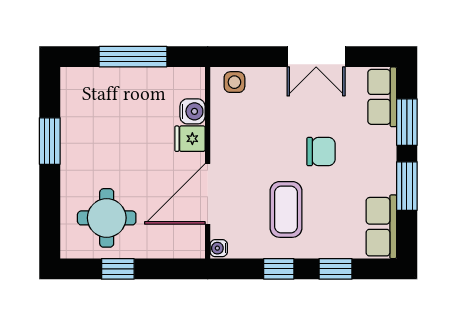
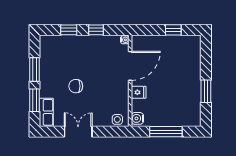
water cooler: (192, 111) -> (137, 118), moved
coffee table: (286, 209) -> (93, 58), removed
round table: (107, 218) -> (179, 54), removed
row of seats: (381, 227) -> (47, 50), removed

